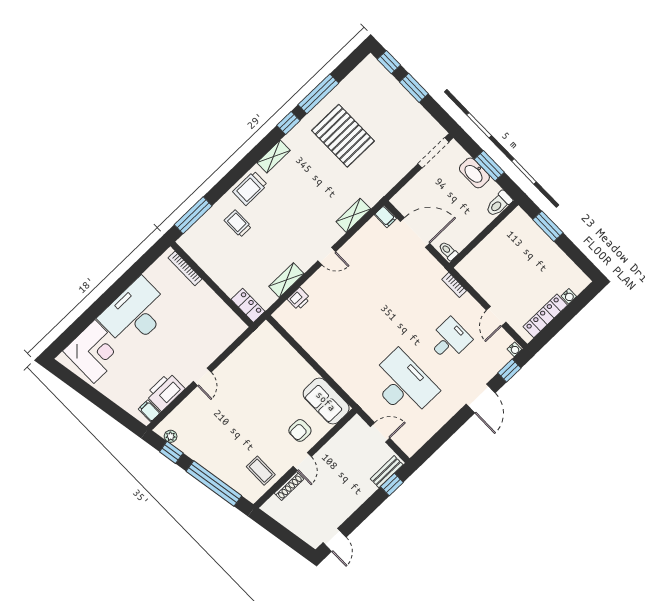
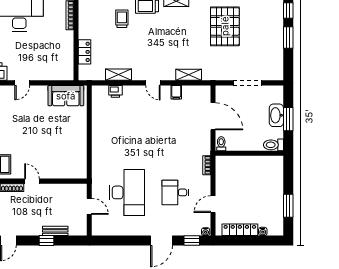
doorway: (433, 153) -> (247, 83), moved
filing cabinet: (385, 217) -> (176, 92), moved
window: (548, 226) -> (288, 206), moved
locker: (248, 305) -> (85, 52), moved
desk: (449, 340) -> (175, 192), turned 180
sofa: (326, 401) -> (66, 96), moved, turned -90
armchair: (300, 430) -> (47, 163), removed
door: (302, 462) -> (32, 181), swing flipped
bench: (387, 472) -> (55, 231), moved
window: (392, 484) -> (47, 241), moved

